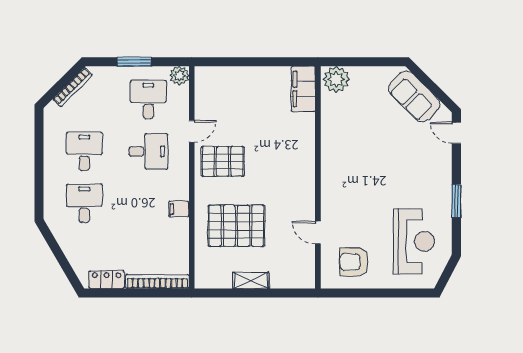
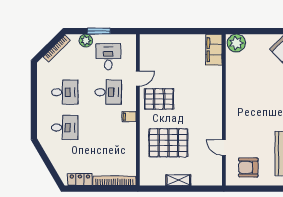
plant: (179, 76) -> (86, 41), moved
desk: (84, 151) -> (65, 92), turned 90
desk: (84, 203) -> (65, 128), turned 90
filing cabinet: (179, 209) -> (129, 117), moved

